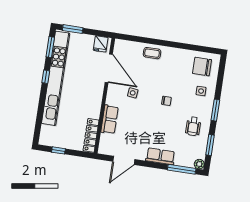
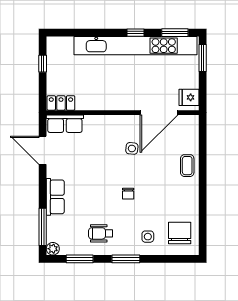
row of seats: (109, 119) -> (65, 124), moved
locker: (91, 135) -> (61, 103), width x0.66

